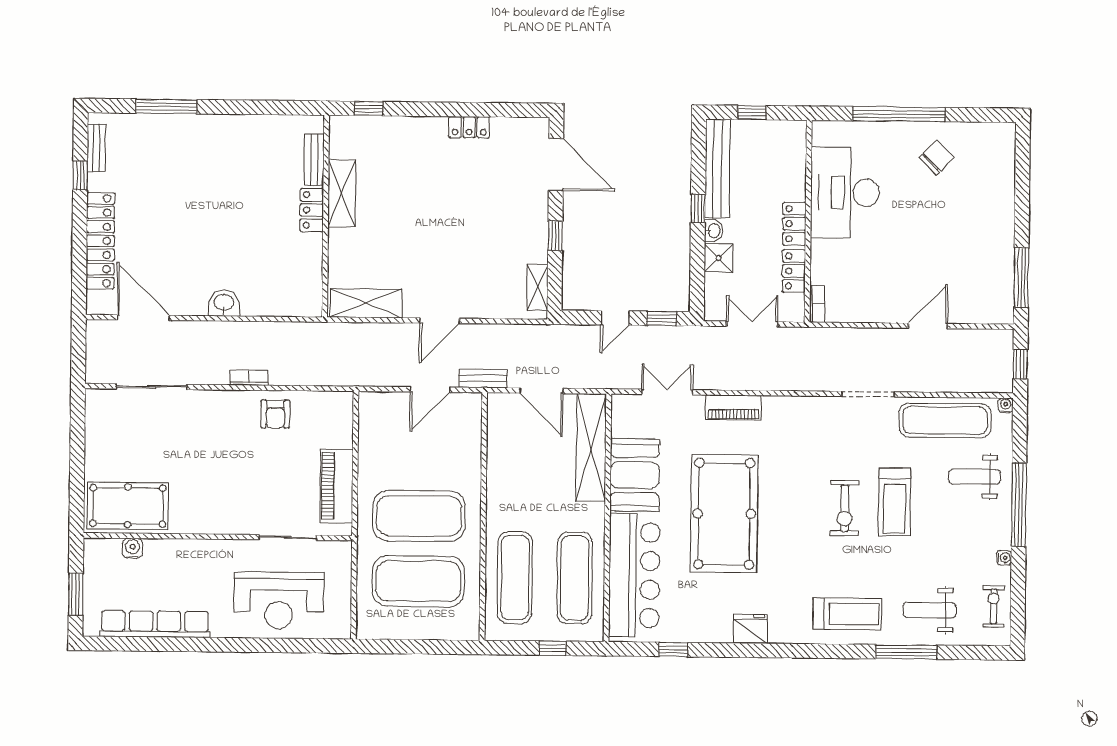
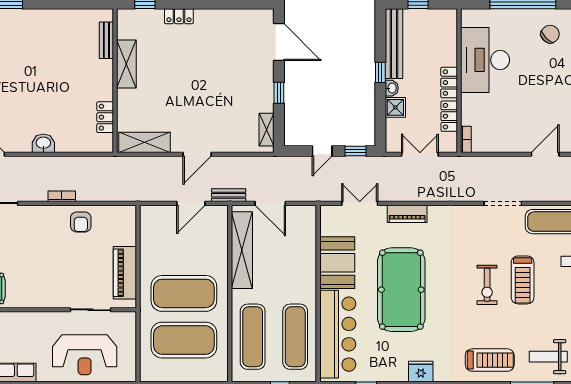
locker: (469, 127) -> (179, 16), moved
locker: (312, 210) -> (105, 117), moved
shelving: (591, 448) -> (242, 250), moved

